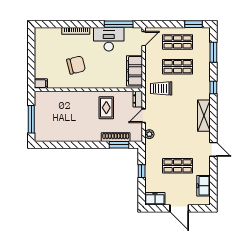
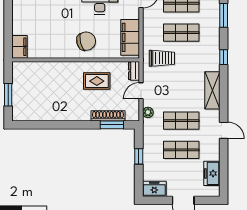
chair: (76, 65) -> (86, 41), moved
filing cabinet: (41, 84) -> (19, 47), width x2.00
trolley: (161, 88) -> (162, 58), turned 180
rug: (106, 108) -> (97, 81), turned 90
window: (31, 119) -> (8, 95), width x0.69
shop shelf: (178, 141) -> (181, 121), added

